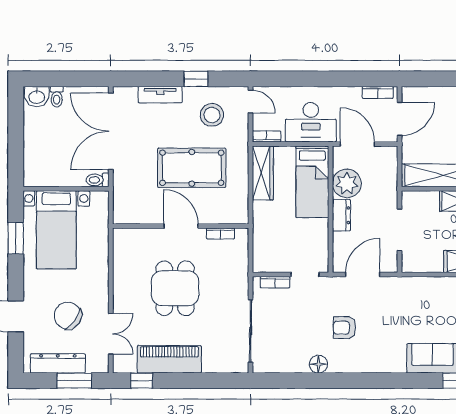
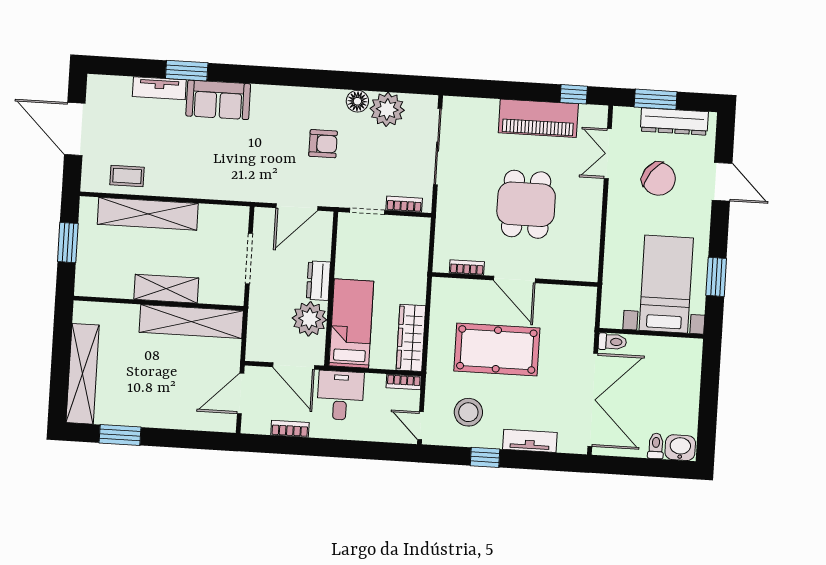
bookcase: (378, 92) -> (290, 429), moved
desk: (311, 122) -> (340, 395), width x0.73
plant: (294, 359) -> (387, 109), added

